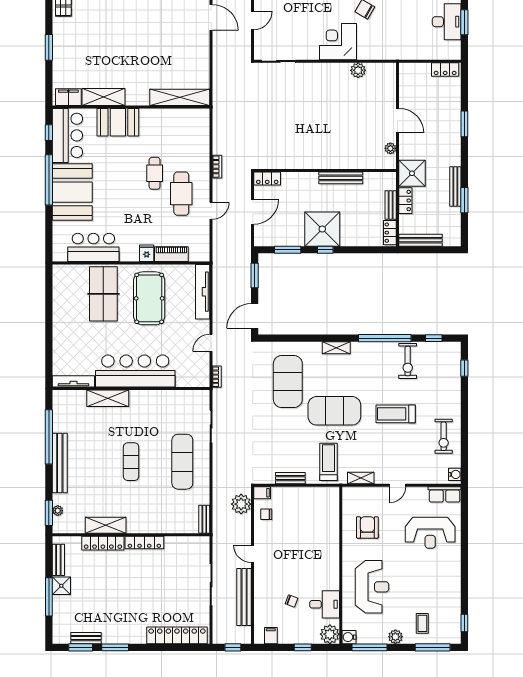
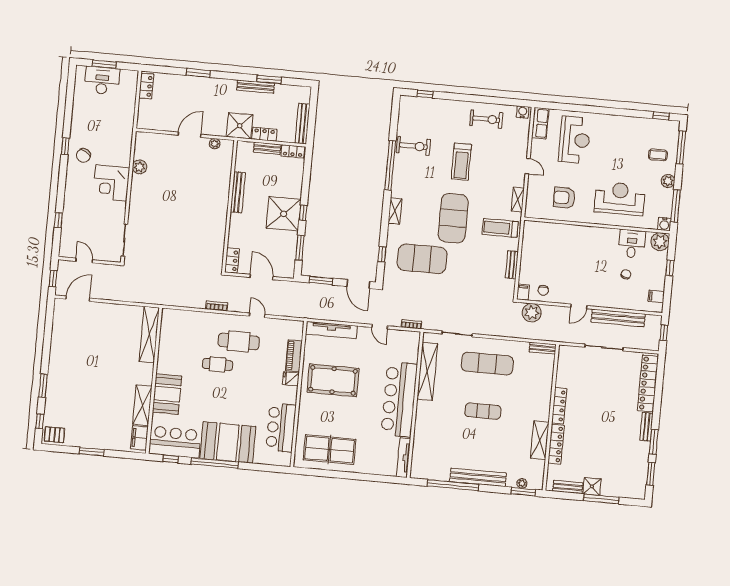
table tennis table: (103, 294) -> (330, 450), moved
window: (434, 338) -> (382, 254), moved
shelving: (108, 398) -> (427, 371), moved, width x1.47
bench: (86, 638) -> (646, 427), moved

